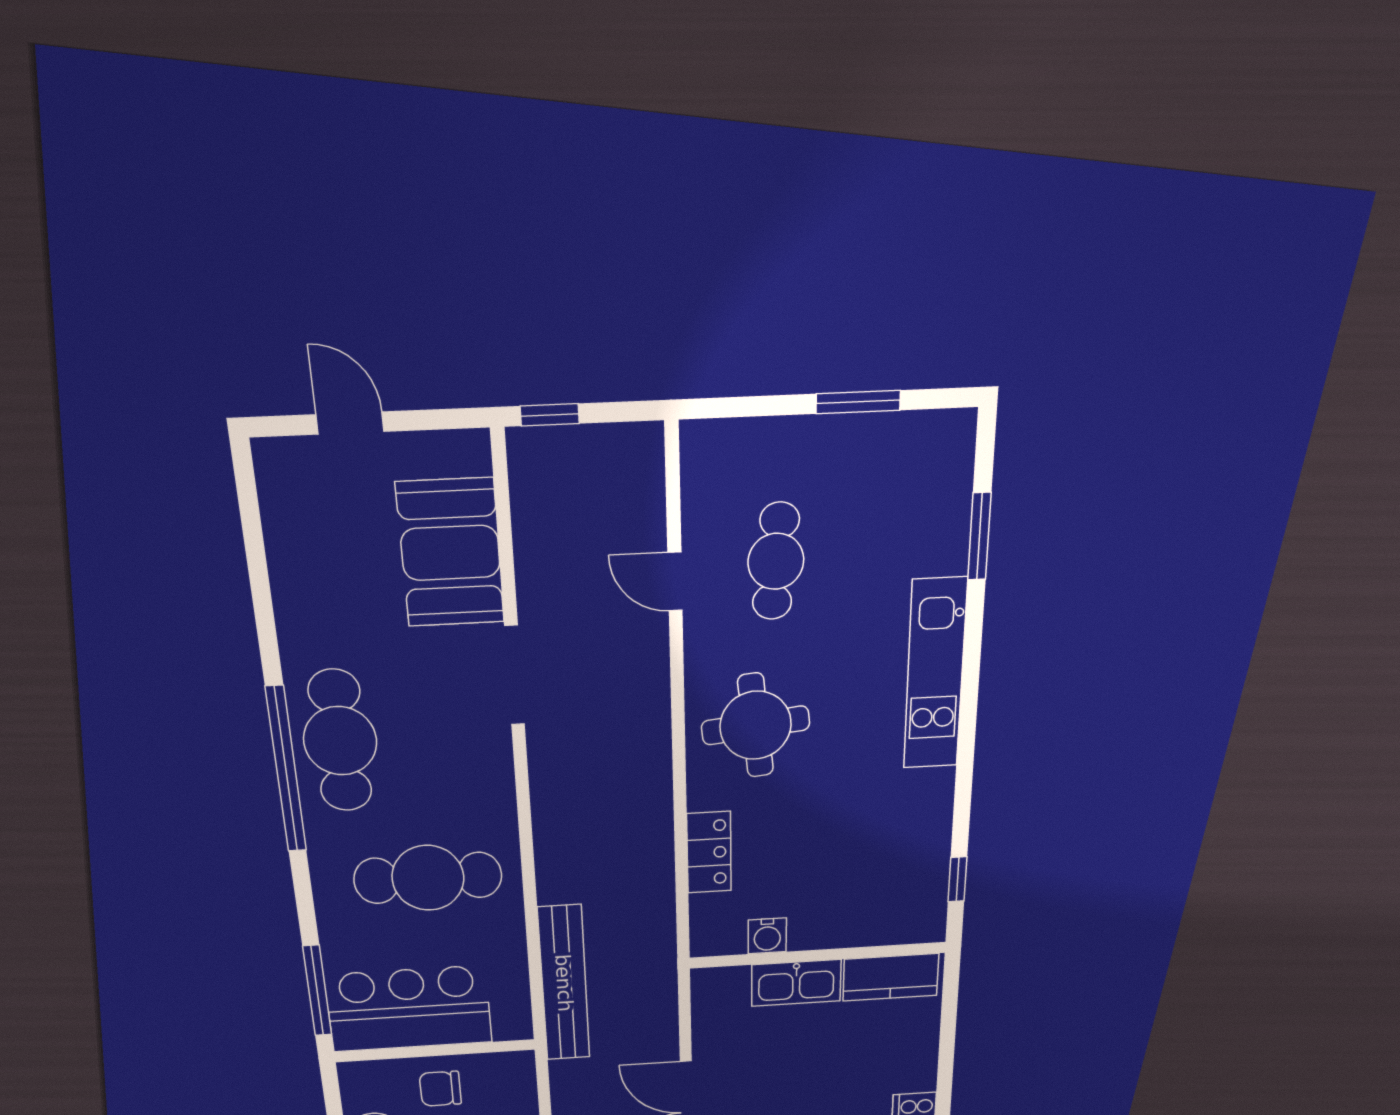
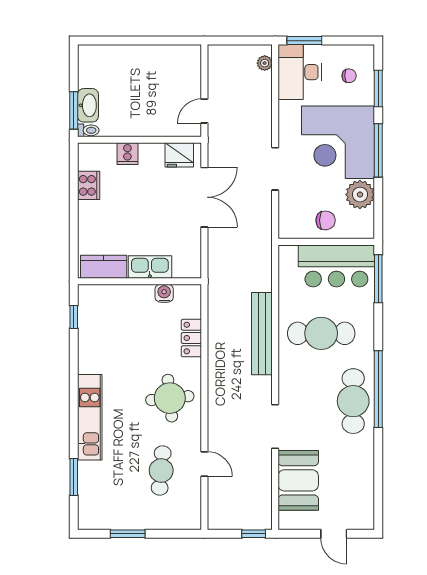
bench: (564, 983) -> (262, 334), moved

